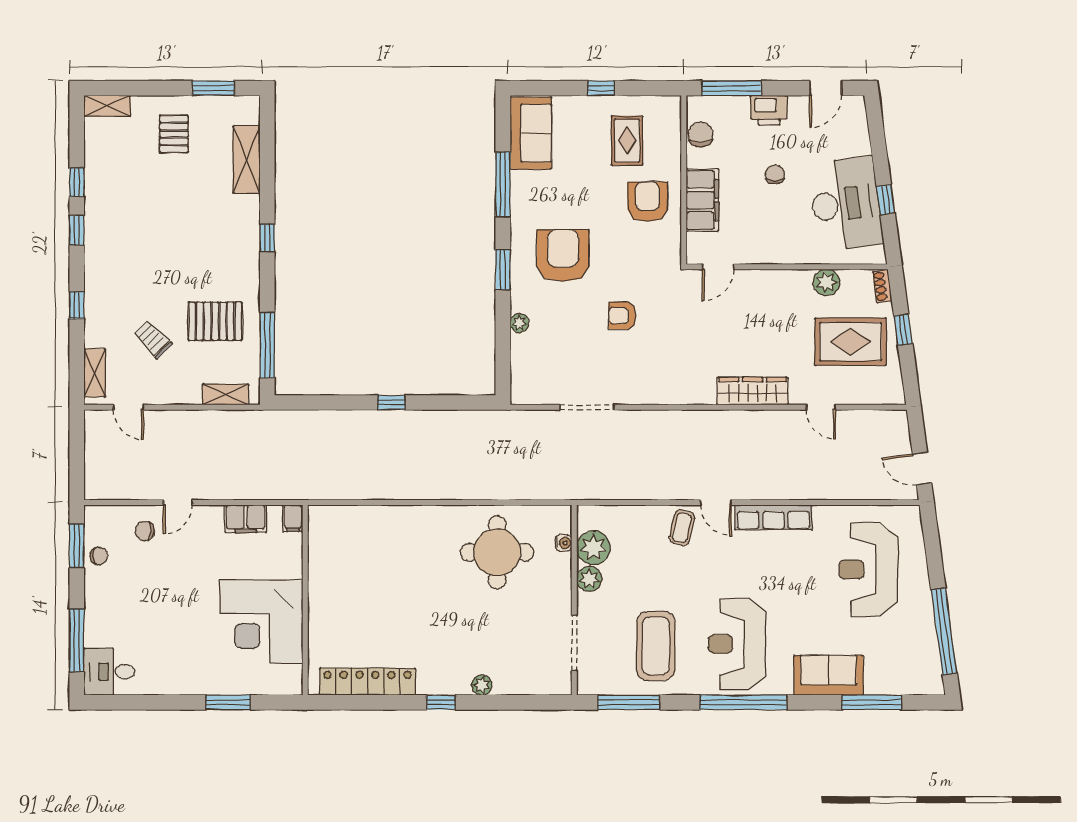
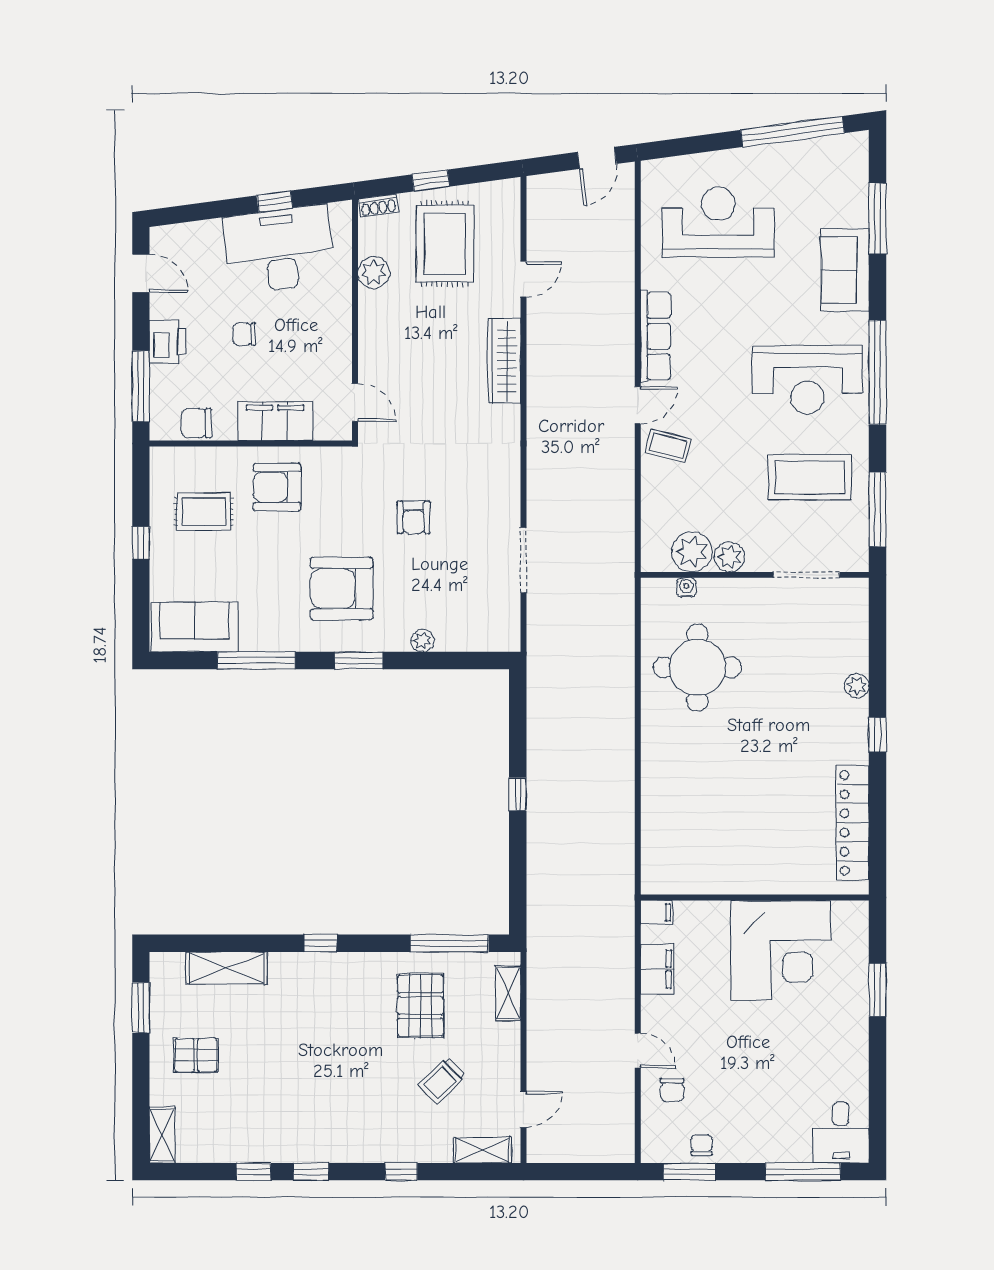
reception desk: (868, 570) -> (718, 222), turned 180

